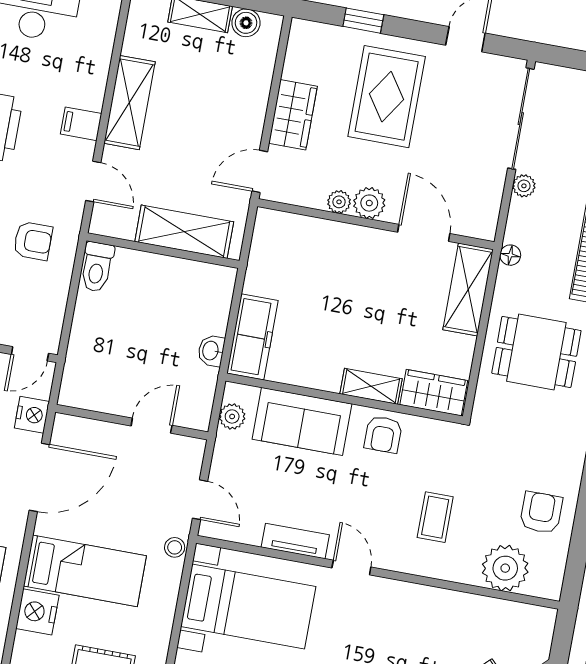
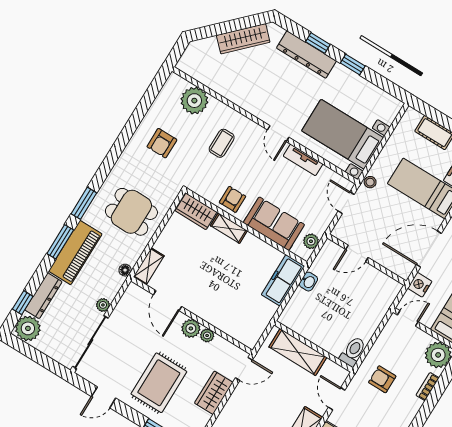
shelving: (468, 290) -> (149, 266), width x0.67, depth x0.75
armchair: (541, 513) -> (162, 143), moved

